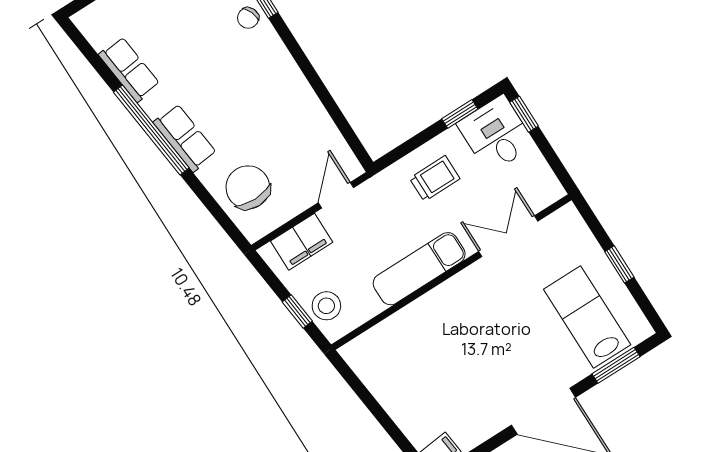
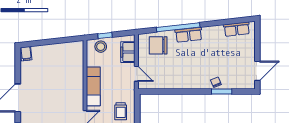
row of seats: (129, 69) -> (237, 29), moved
window: (151, 130) -> (178, 27), moved
chair: (248, 187) -> (158, 45), turned 180

